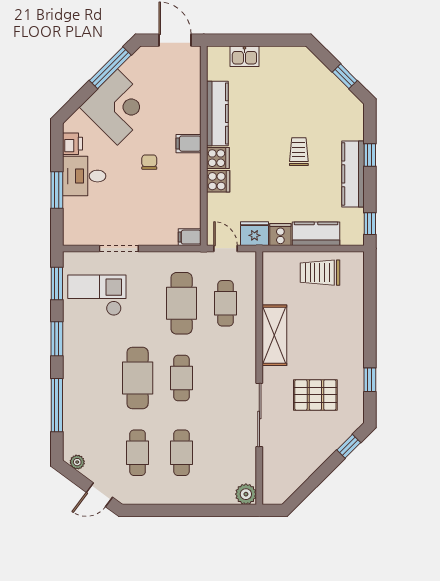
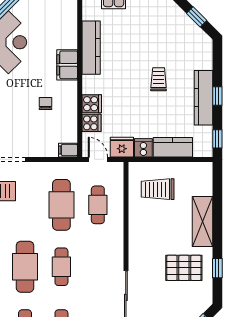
filing cabinet: (188, 144) -> (67, 65), width x2.00
window: (370, 155) -> (217, 96), moved
cooker: (218, 158) -> (91, 123), moved
chair: (149, 162) -> (46, 104), moved
trolley: (320, 273) -> (158, 189), moved
shelving: (274, 335) -> (203, 221), moved
pallet: (315, 395) -> (184, 268), moved

